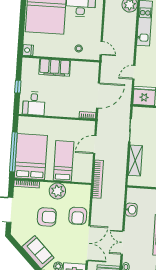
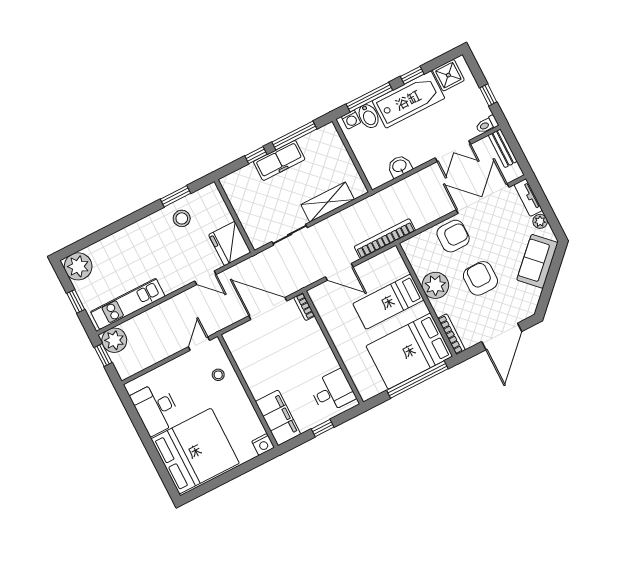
filing cabinet: (55, 68) -> (278, 418), moved

